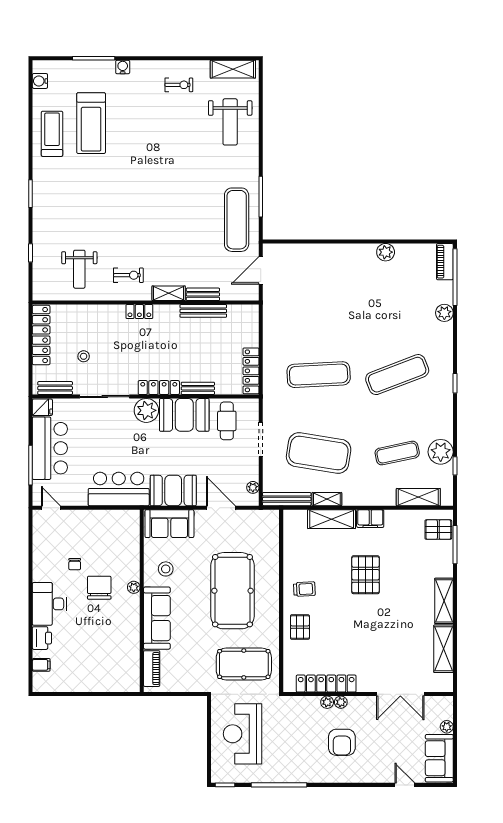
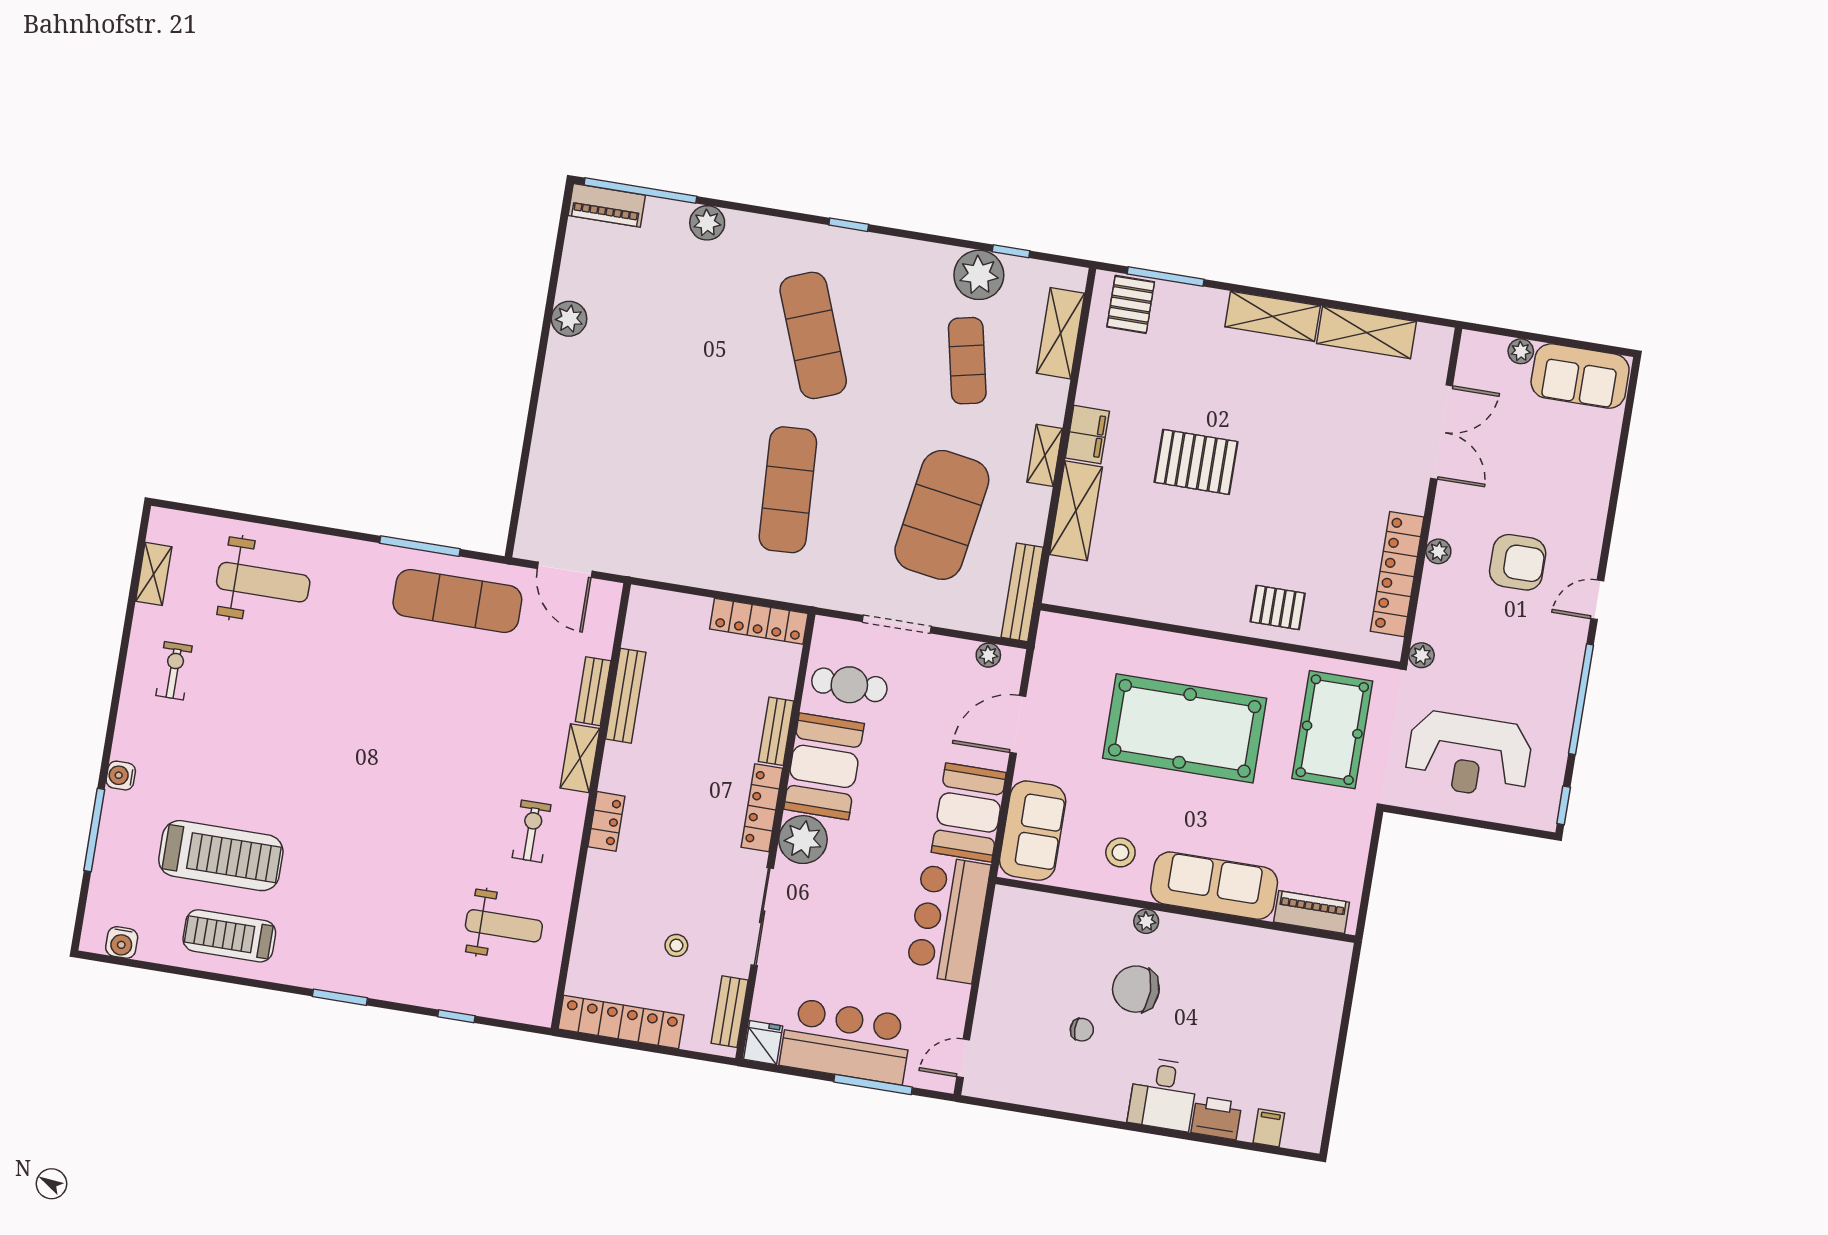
shelving: (233, 69) -> (154, 574), width x0.67, depth x0.75
shelving: (327, 499) -> (1045, 455), moved
trolley: (304, 589) -> (1205, 587), removed
desk: (49, 604) -> (1163, 1094), width x0.73
plant: (327, 702) -> (1422, 655), moved
door: (405, 785) -> (1597, 600), moved

